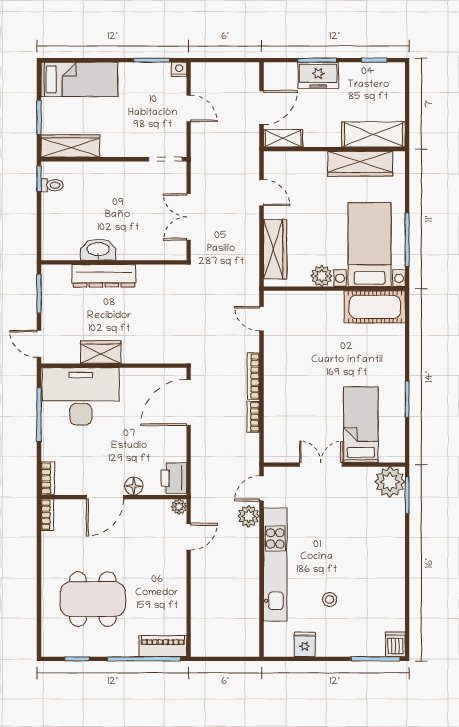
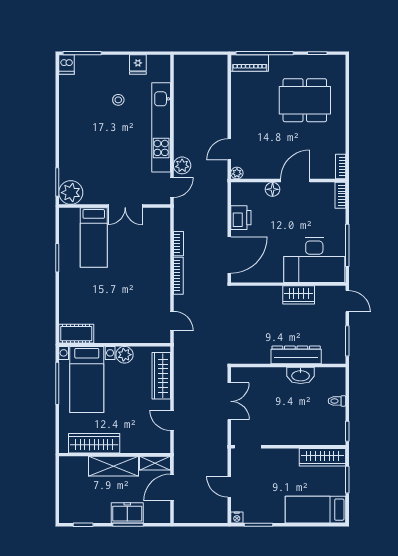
shelving: (374, 134) -> (113, 466), moved
toilet: (52, 185) -> (337, 401), moved
cot: (375, 307) -> (76, 334), width x0.73, depth x0.75
printer: (174, 478) -> (241, 218), moved

